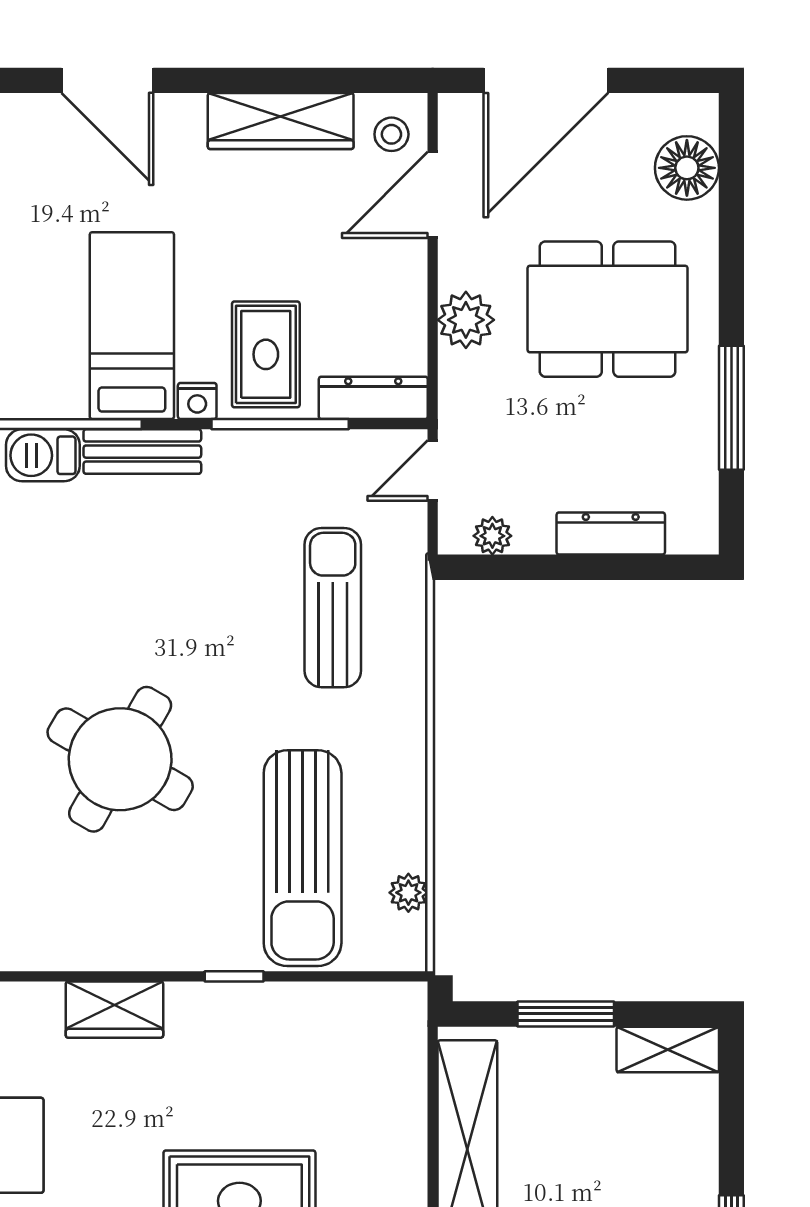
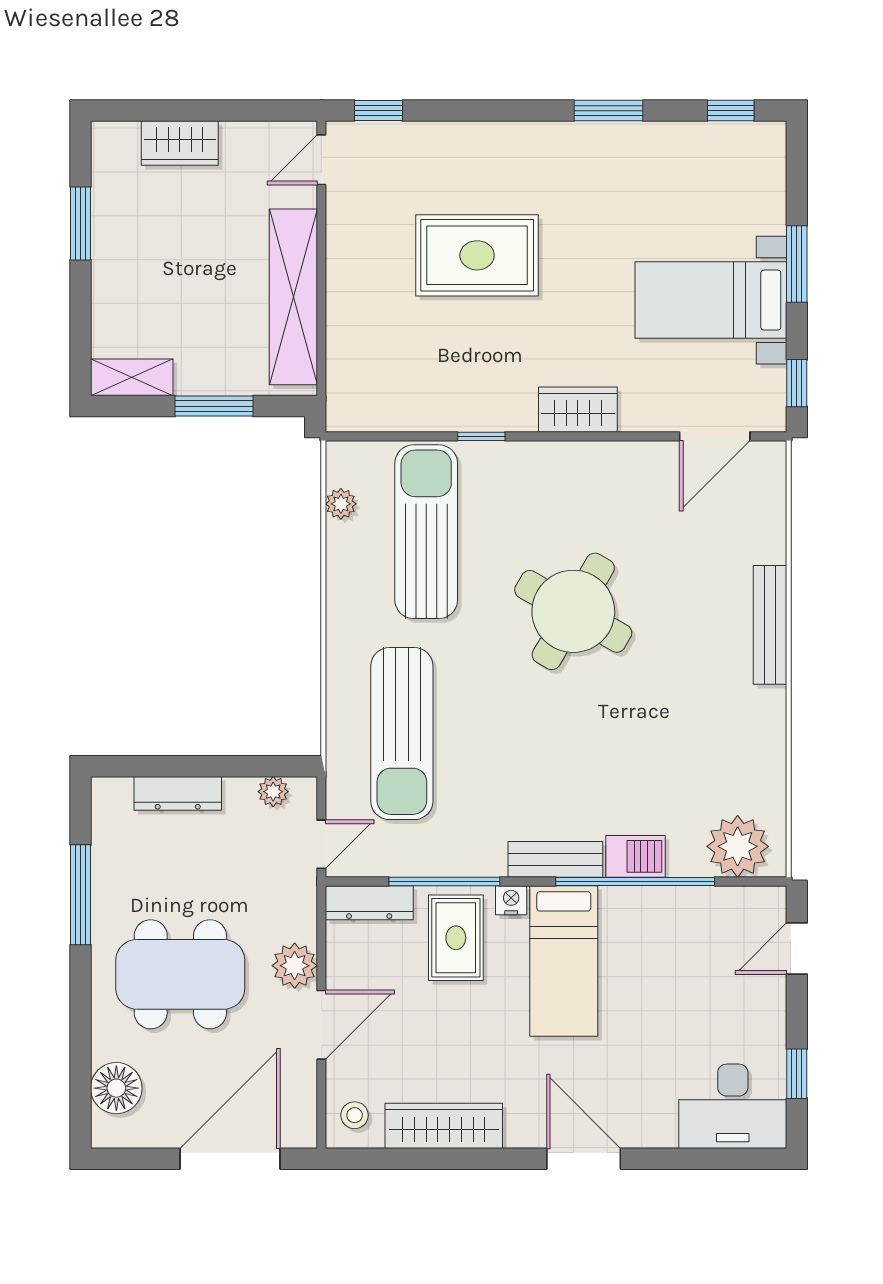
door: (433, 195) -> (321, 1025), moved
sun lounger: (333, 608) -> (402, 734), width x1.36, depth x1.34

